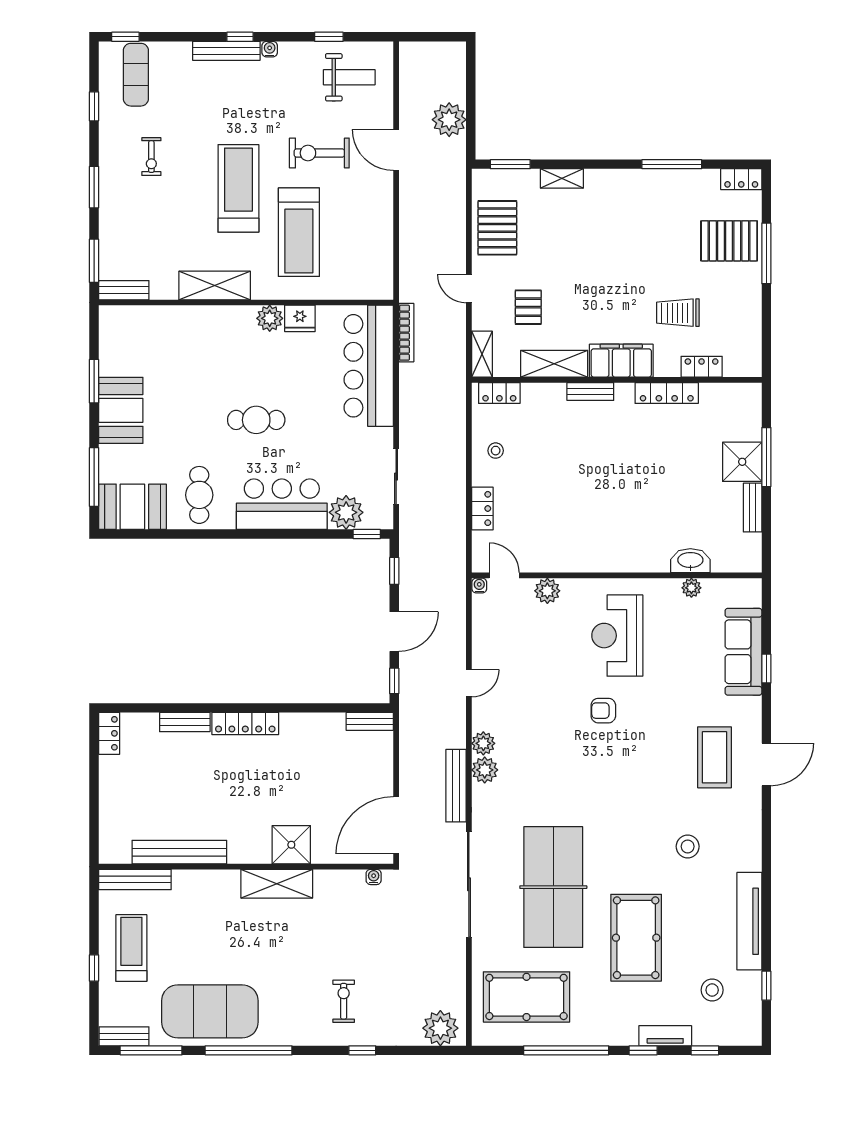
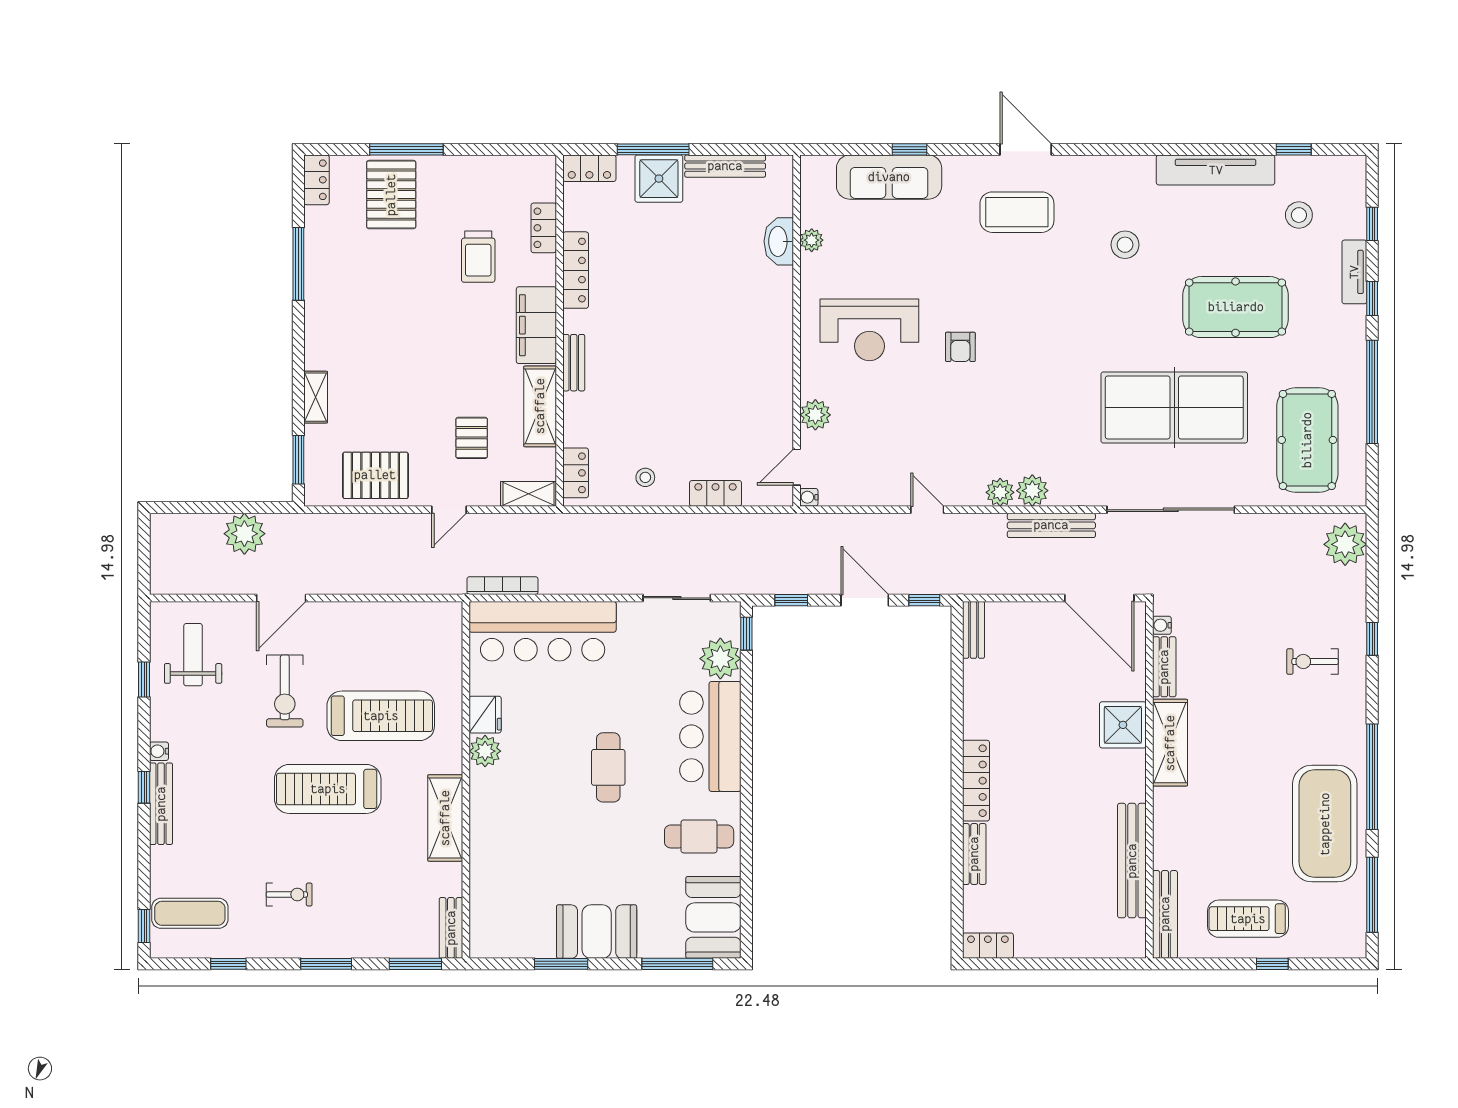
pallet: (528, 307) -> (472, 438), turned 90
locker: (751, 404) -> (589, 168), added
bench: (753, 508) -> (725, 166), width x1.36
bench: (124, 1036) -> (1164, 667), moved

